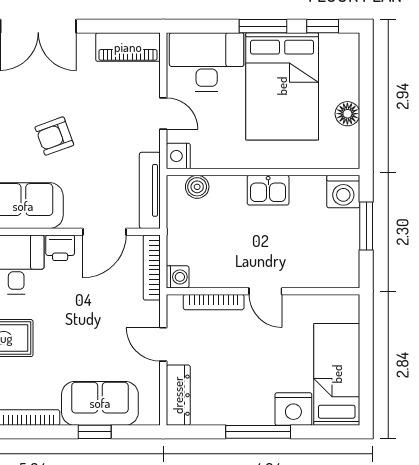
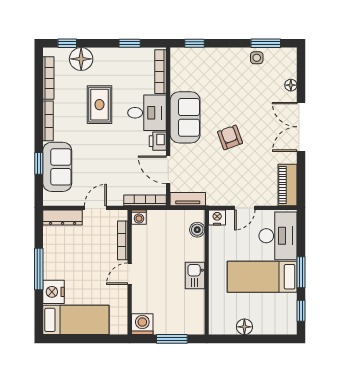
bed: (282, 86) -> (262, 277), width x0.67
tv unit: (150, 190) -> (188, 199), width x0.71
washing machine: (343, 192) -> (142, 324), moved, turned 90

